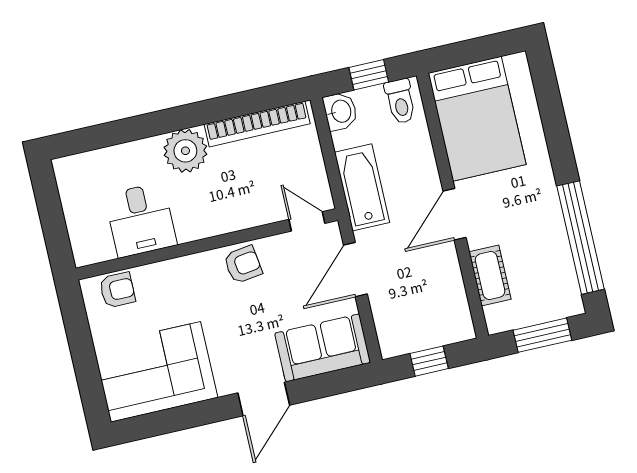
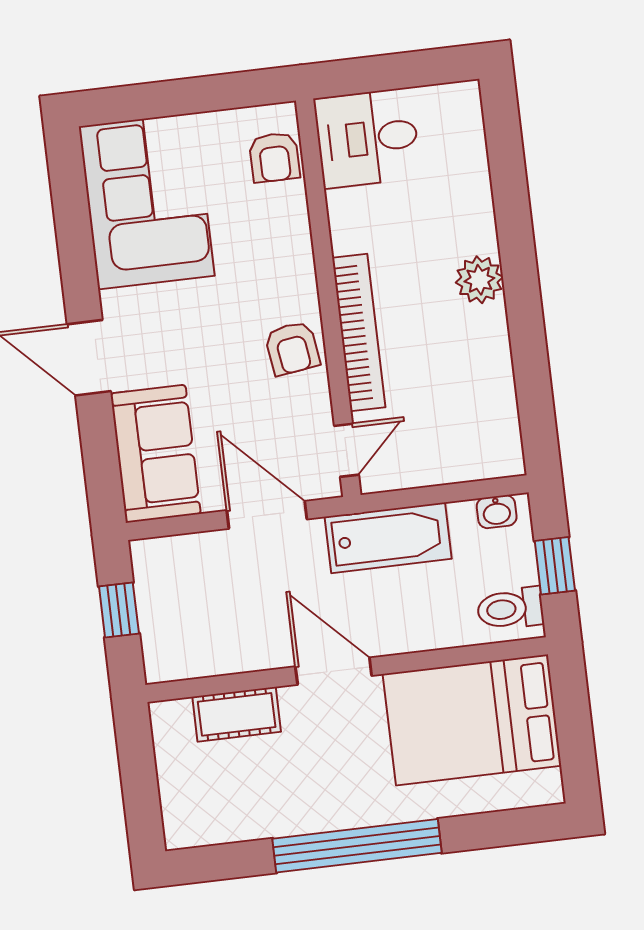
washbasin: (340, 111) -> (497, 512), width x0.72, depth x0.69
bookcase: (257, 124) -> (359, 333), moved, turned 180
plant: (185, 151) -> (479, 280), width x0.73, depth x0.73
desk: (141, 220) -> (367, 138), moved
window: (581, 238) -> (357, 846), moved
window: (542, 335) -> (140, 783), removed

